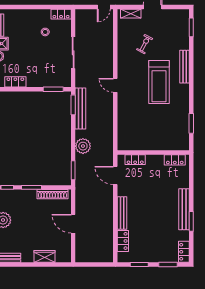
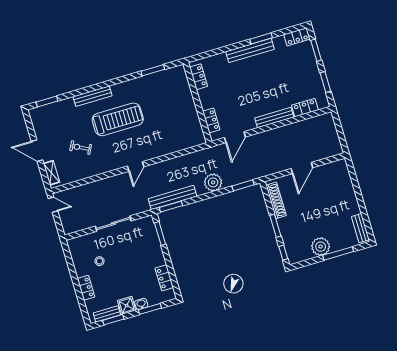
locker: (61, 14) -> (86, 288), moved
wardrobe: (44, 256) -> (347, 189), removed

